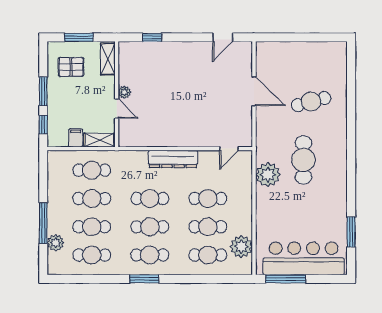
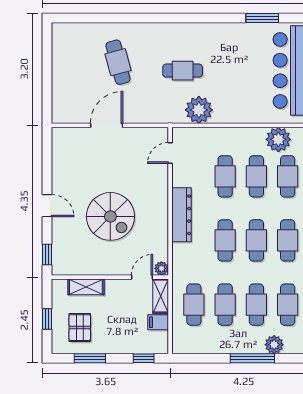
window: (79, 37) -> (47, 319), width x0.67
window: (152, 37) -> (47, 254), moved
door: (223, 37) -> (47, 206), moved
shelving: (108, 59) -> (86, 287), moved
window: (43, 91) -> (90, 358), moved
plant: (124, 92) -> (161, 268), moved
spiral stairs: (171, 95) -> (110, 216), added
door: (117, 109) -> (142, 277), moved
door: (229, 149) -> (170, 153), swing flipped
cafe table: (303, 160) -> (183, 71), width x0.73, depth x0.74

